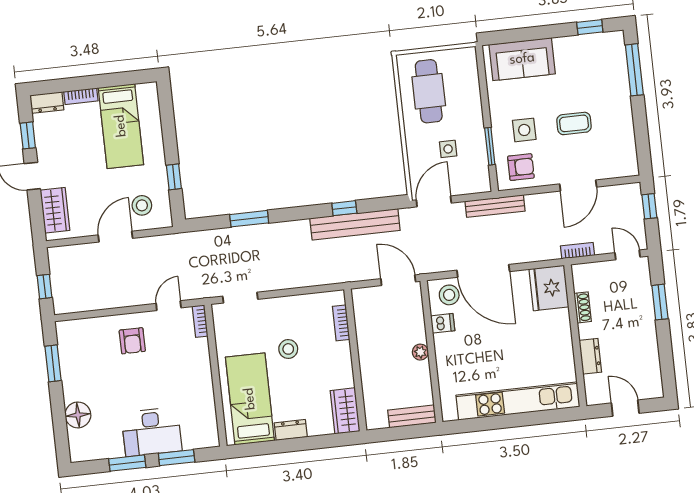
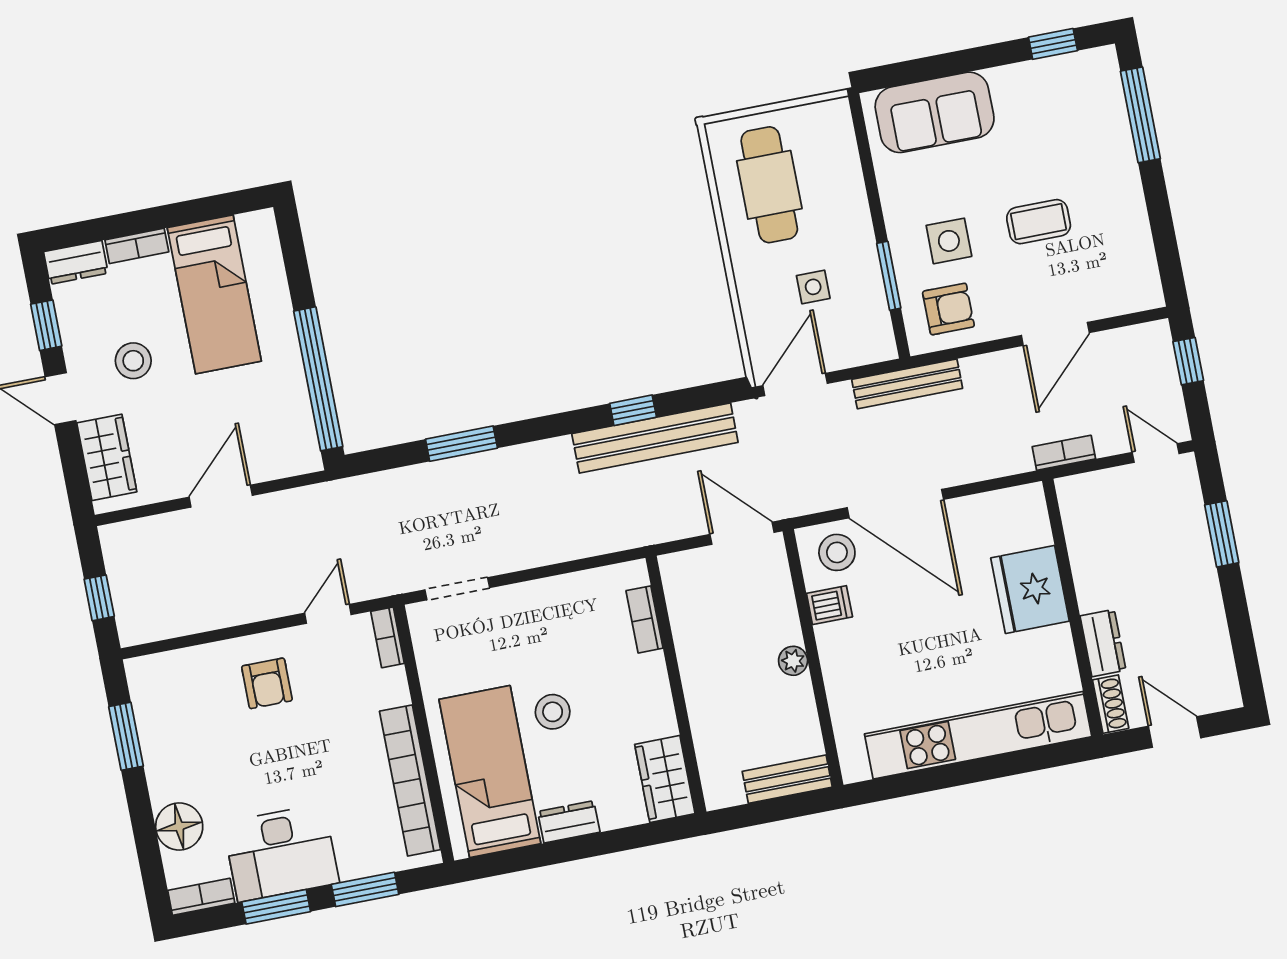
window: (174, 177) -> (318, 379), width x3.17
stool: (142, 205) -> (133, 361), moved
fridge: (549, 288) -> (1030, 589), moved
shoe rack: (583, 307) -> (1111, 704), moved
stool: (288, 349) -> (553, 712), moved
bookcase: (206, 400) -> (410, 780), added
desk: (152, 432) -> (281, 853), moved
bookcase: (87, 454) -> (201, 897), added

